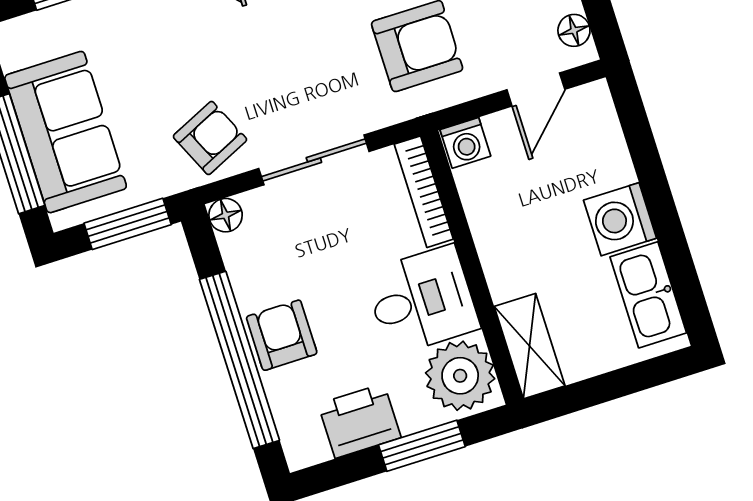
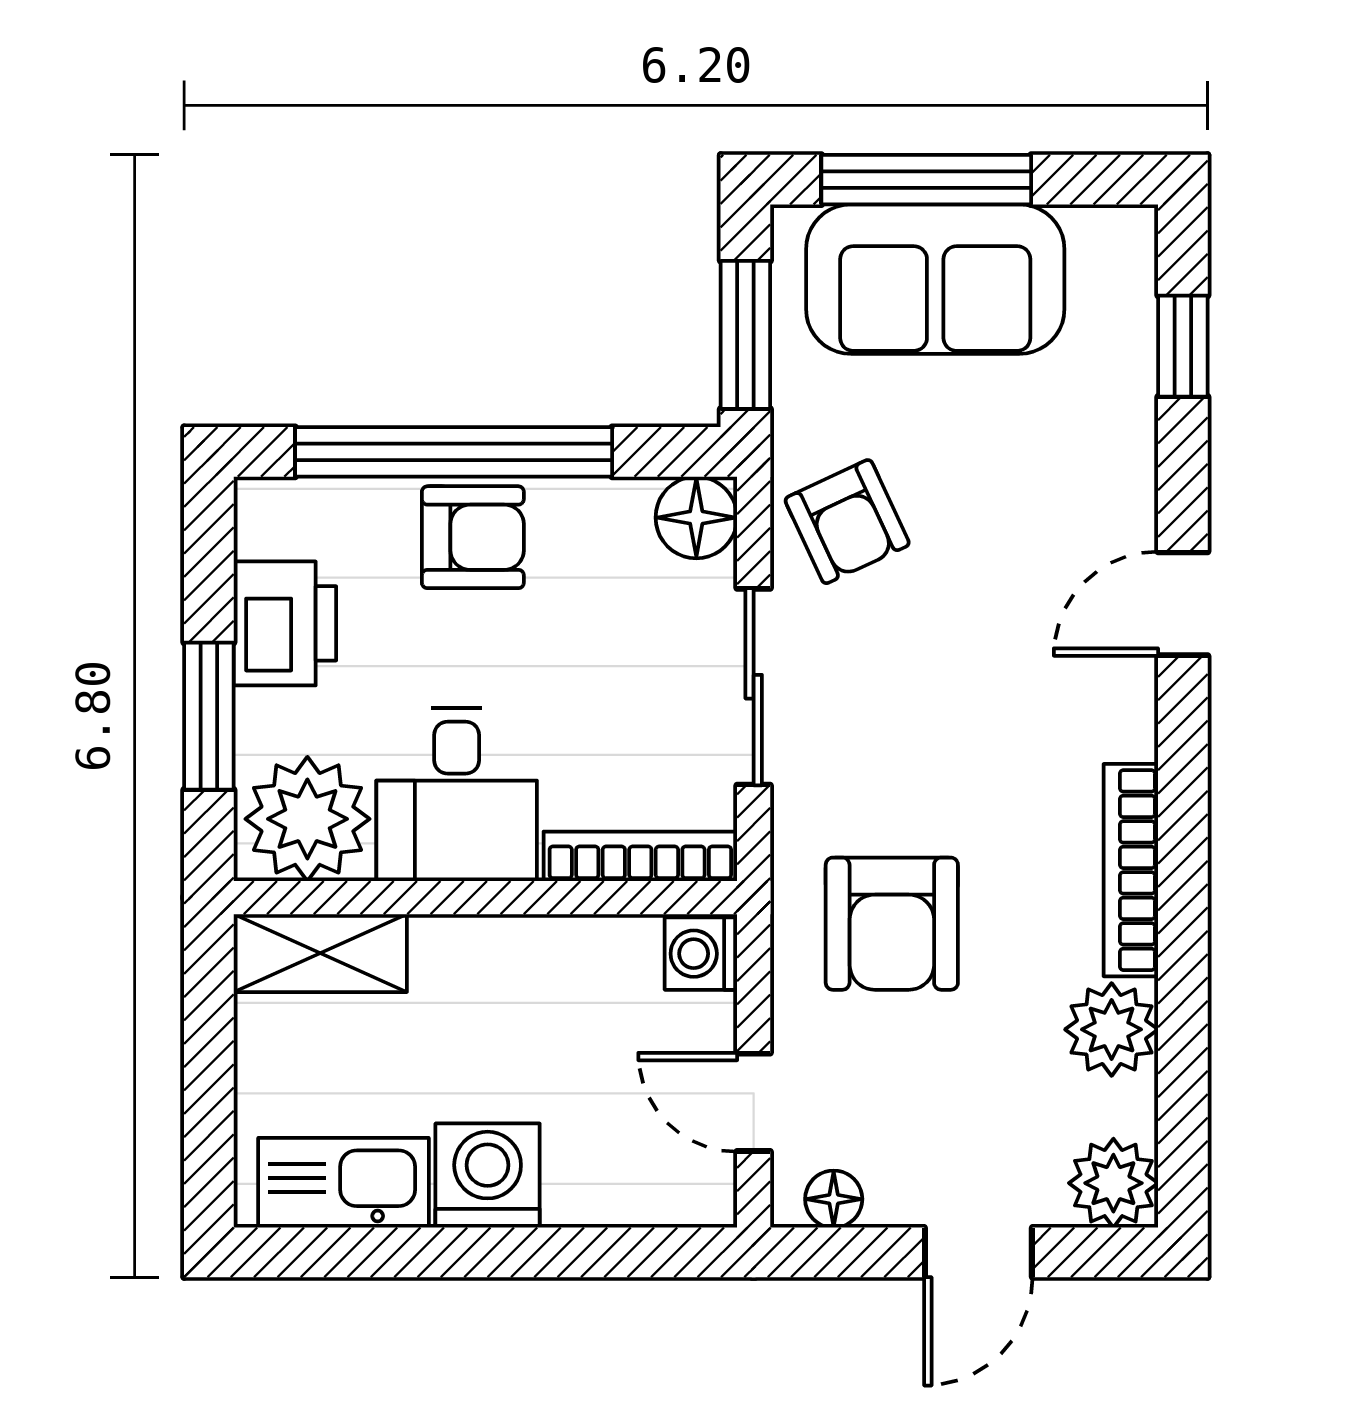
floor lamp: (226, 215) -> (696, 518), width x1.37, depth x1.37

